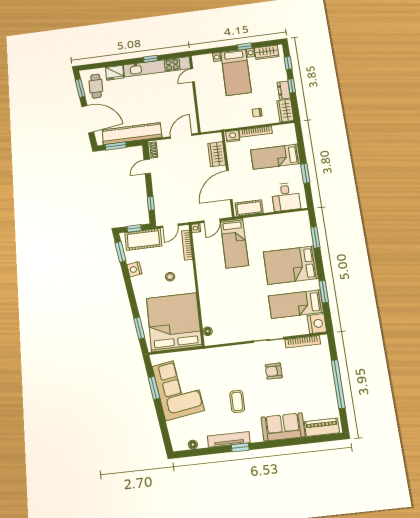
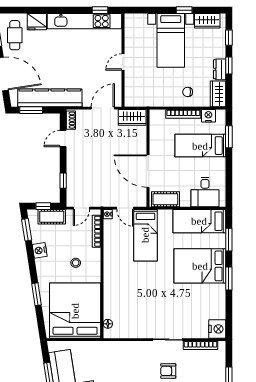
window: (151, 59) -> (100, 10), moved
door: (193, 75) -> (123, 62), moved
nightstand: (233, 136) -> (208, 116), moved
wardrobe: (217, 154) -> (132, 117), moved, turned -90
window: (305, 173) -> (229, 137), moved
door: (229, 185) -> (148, 171), hinge flipped
door: (212, 221) -> (125, 208), hinge flipped
cot: (143, 239) -> (52, 217), width x0.73, depth x0.75
window: (324, 292) -> (229, 278), moved
bed: (296, 304) -> (199, 221), moved
window: (139, 328) -> (36, 294), moved

